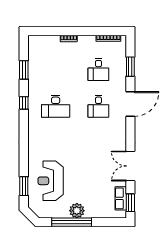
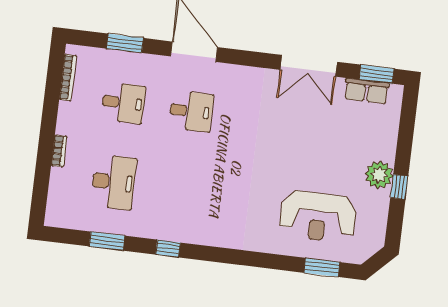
desk: (56, 106) -> (114, 182), moved
window: (72, 222) -> (399, 187), width x0.32

